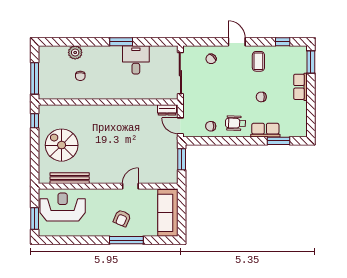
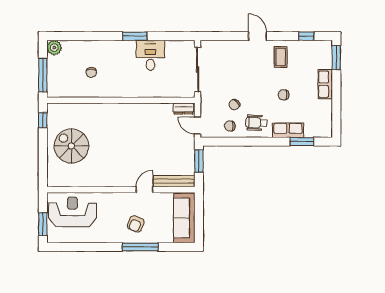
plant: (75, 52) -> (54, 48), moved
chair: (211, 59) -> (234, 105), moved
bench: (70, 178) -> (174, 181), moved

